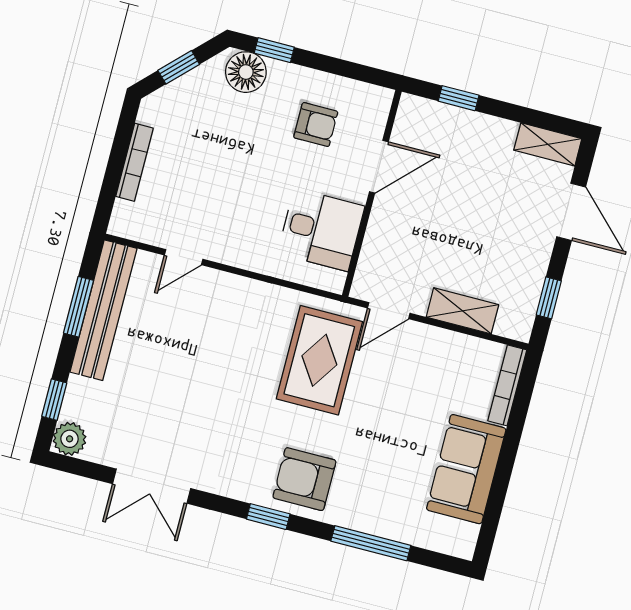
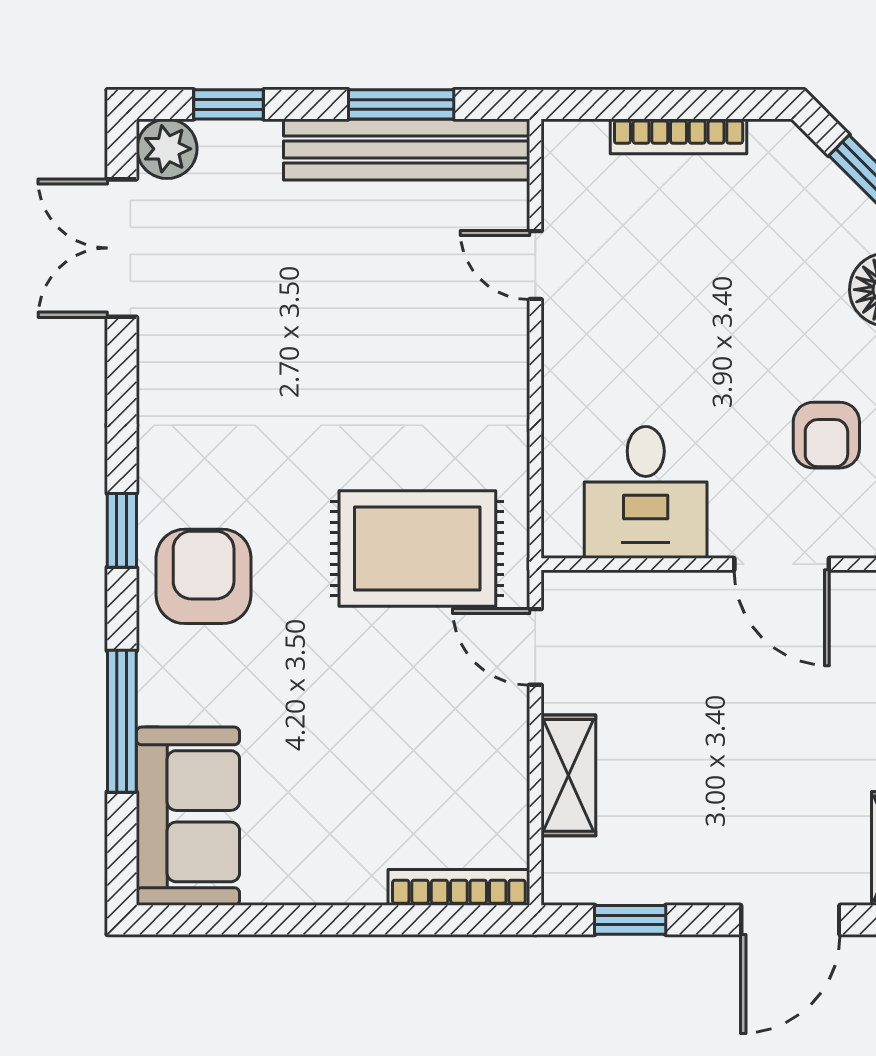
sofa: (466, 469) -> (188, 816), moved, turned 90
double door: (152, 486) -> (122, 248), moved

